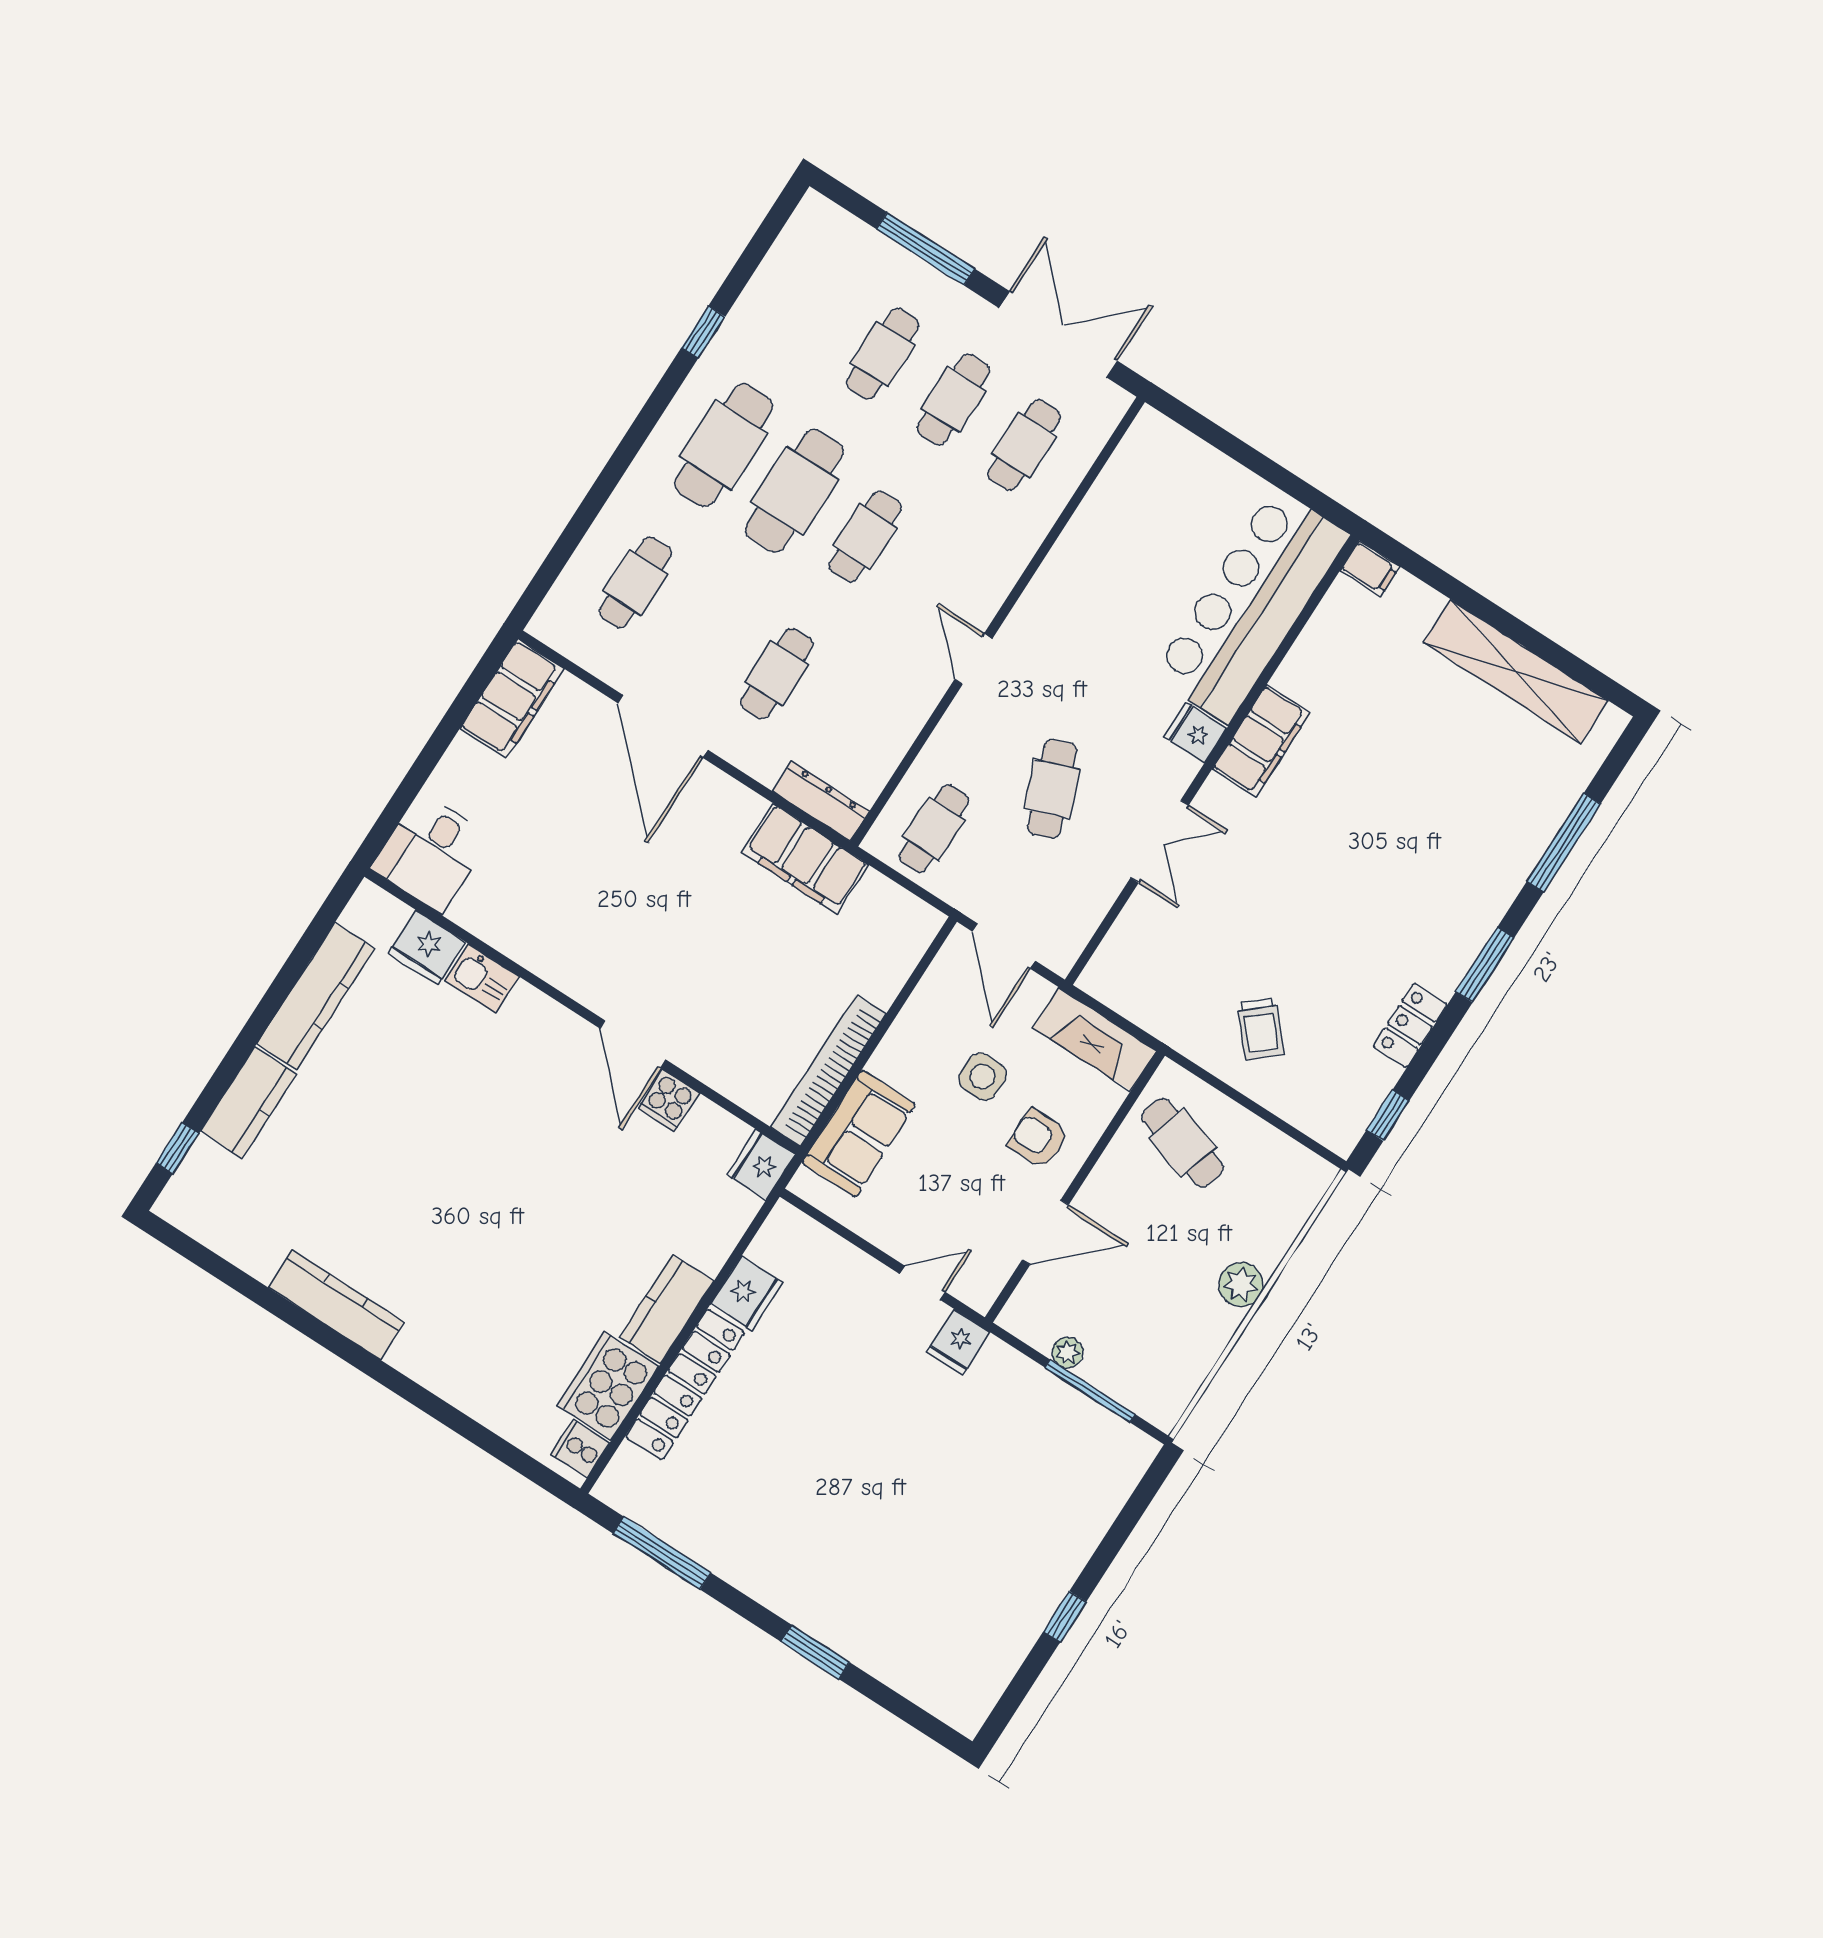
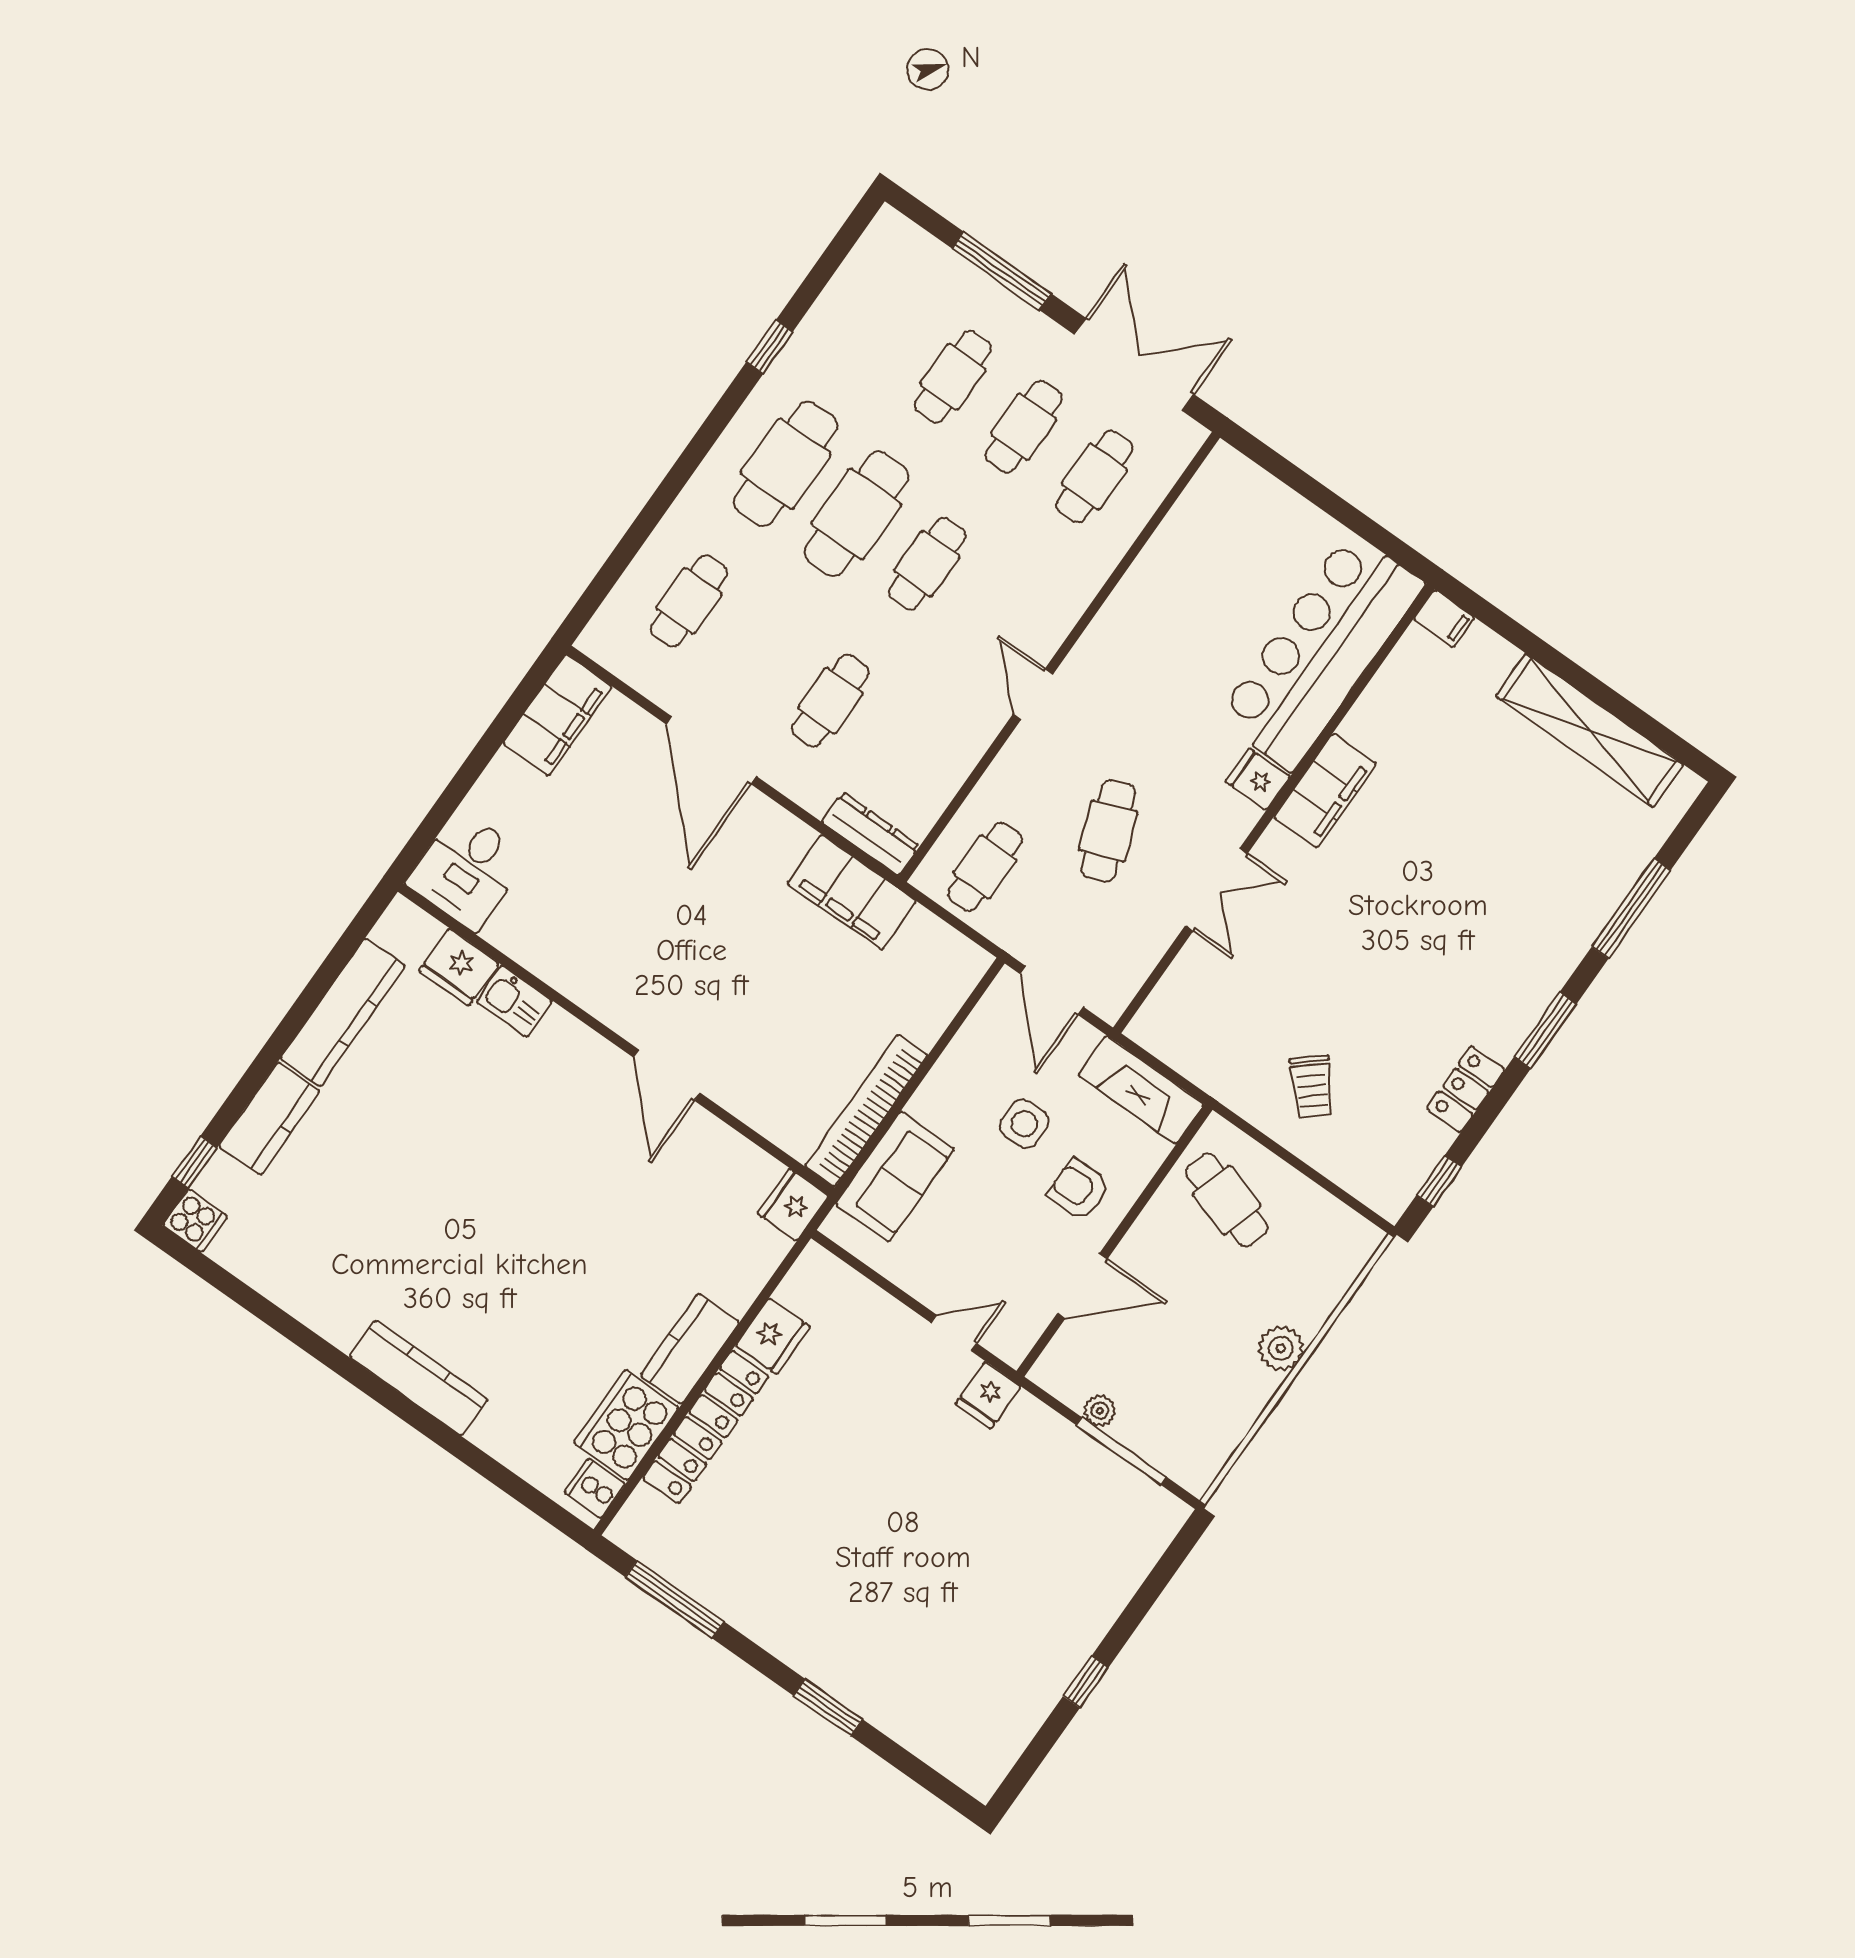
cooker: (669, 1101) -> (195, 1221), moved, turned -90
kitchen counter: (336, 1305) -> (419, 1378), moved

